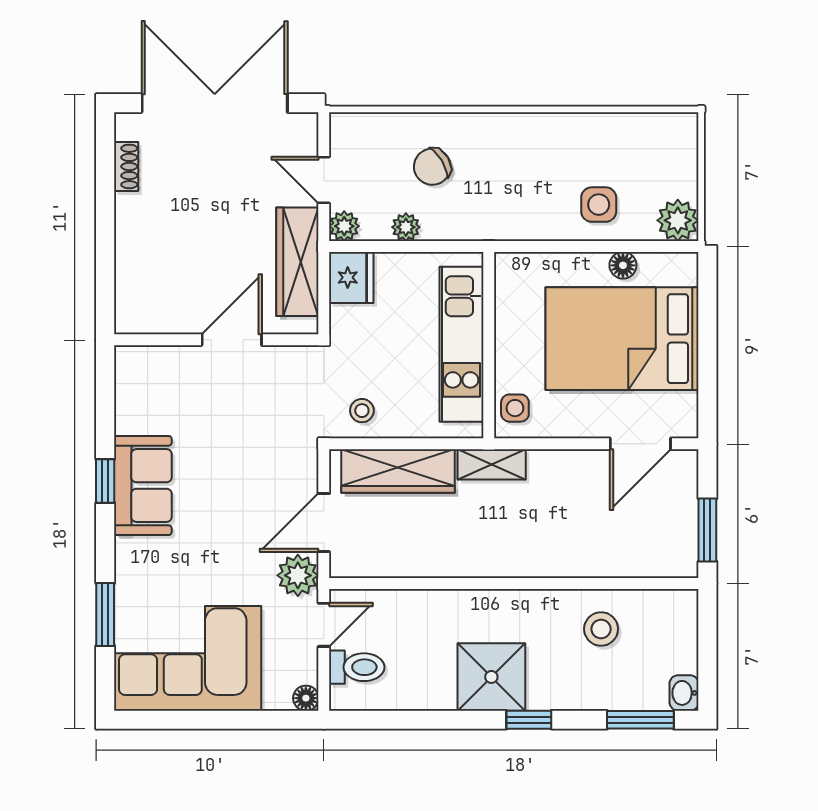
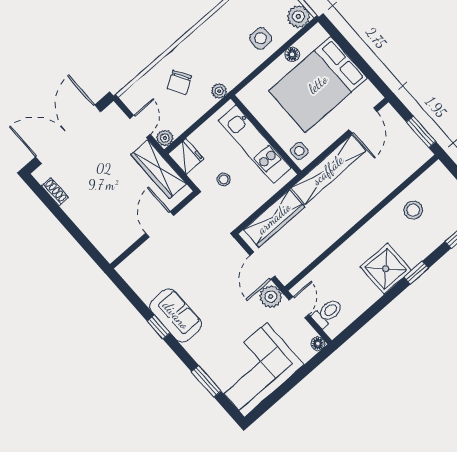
door: (324, 180) -> (140, 127), swing flipped
plant: (406, 227) -> (219, 91), moved
stool: (362, 411) -> (224, 179), moved
shelving: (492, 464) -> (328, 170), width x2.20, depth x1.33

